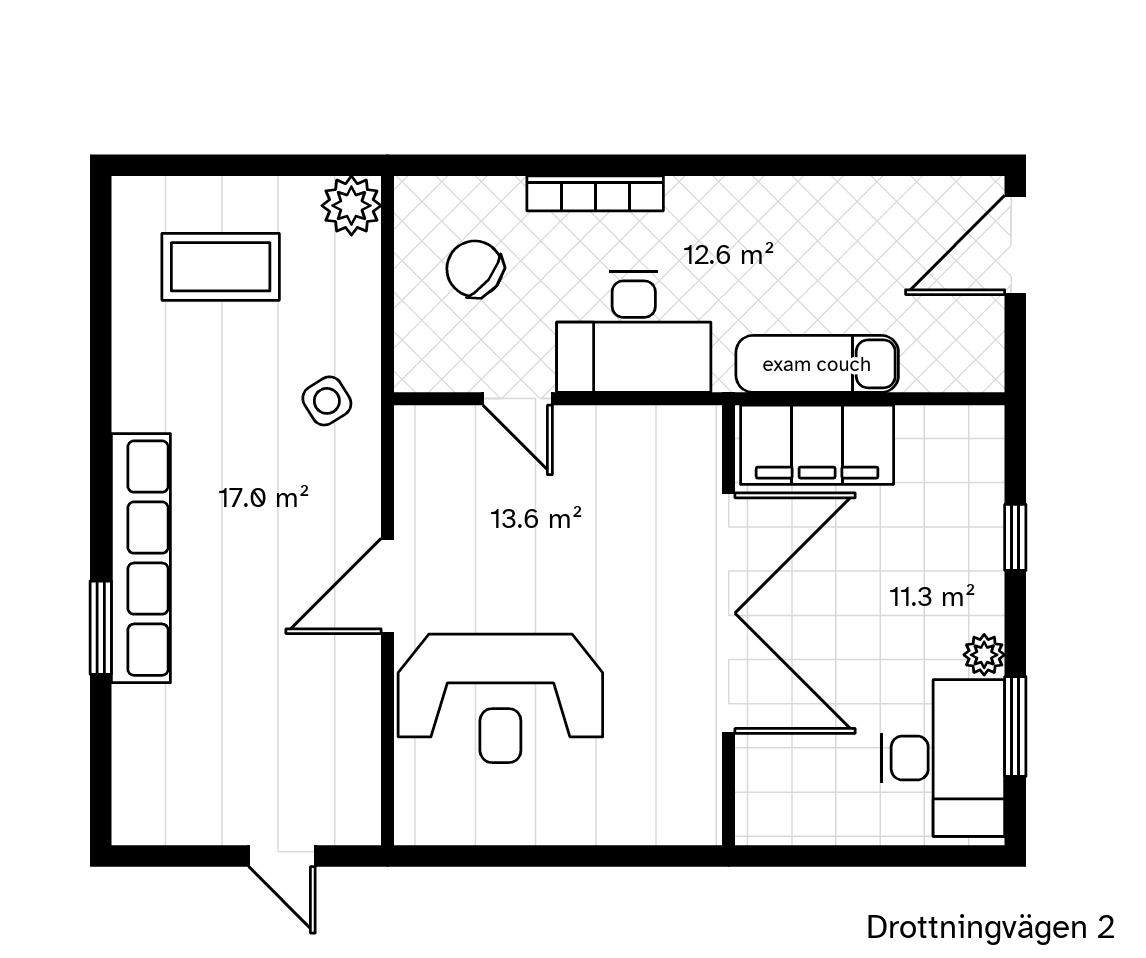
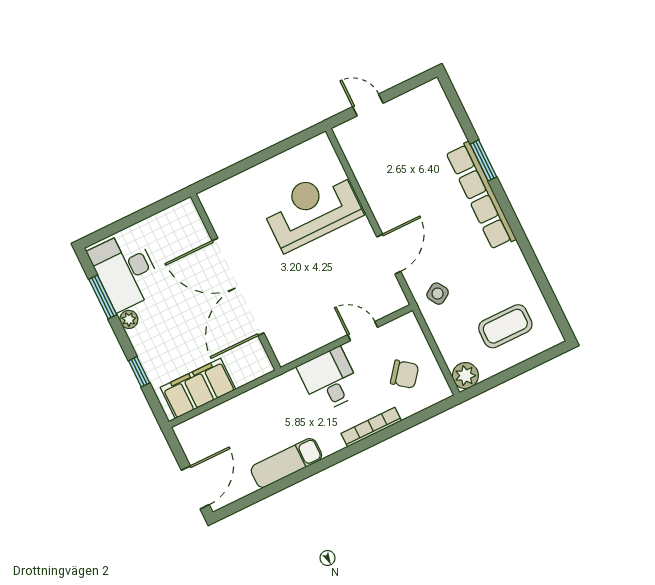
desk: (634, 332) -> (329, 380), width x0.73
exam couch: (817, 364) -> (286, 463), moved, turned 180
filing cabinet: (817, 445) -> (198, 388), moved
door: (387, 586) -> (389, 254), moved

